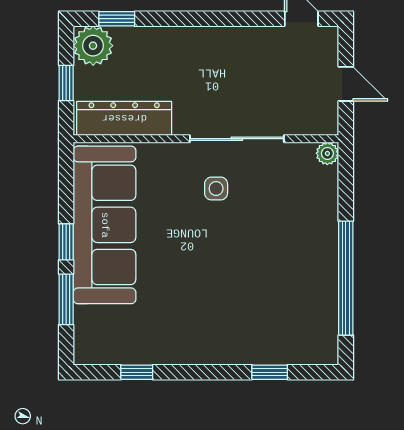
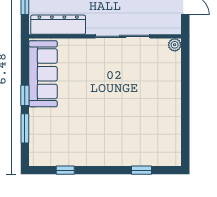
side table: (216, 188) -> (111, 65), removed
sofa: (105, 225) -> (43, 74), width x0.74, depth x0.79
window: (346, 278) -> (185, 116), removed

